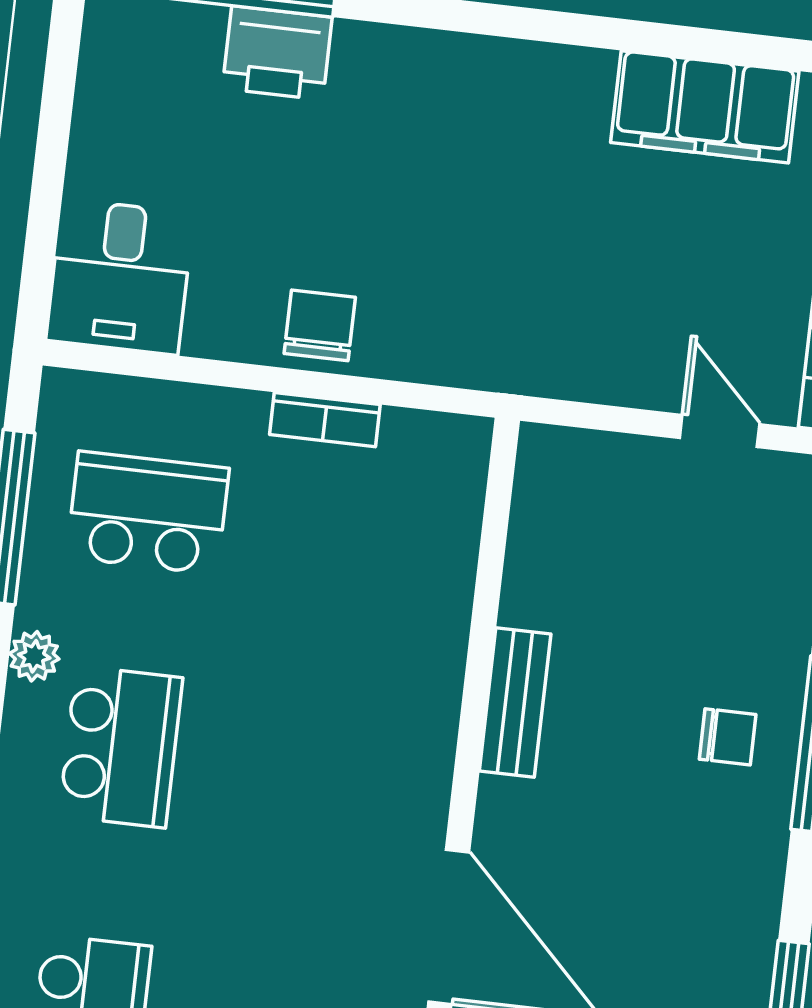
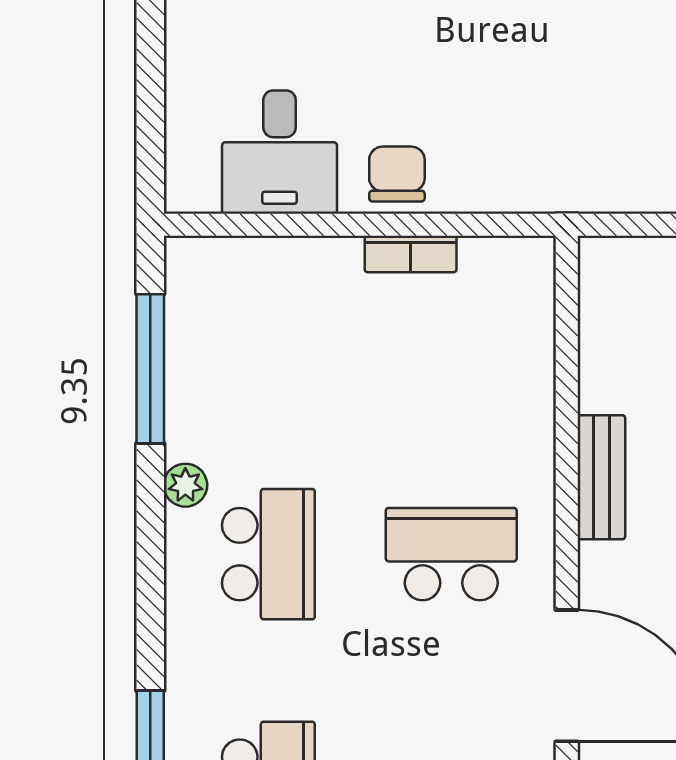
desk: (120, 277) -> (280, 152), moved
school desk: (148, 513) -> (451, 554), moved

